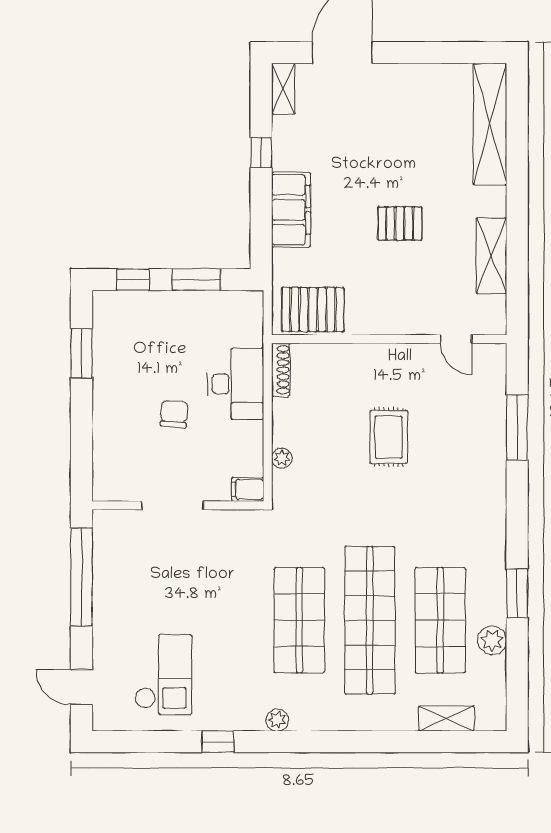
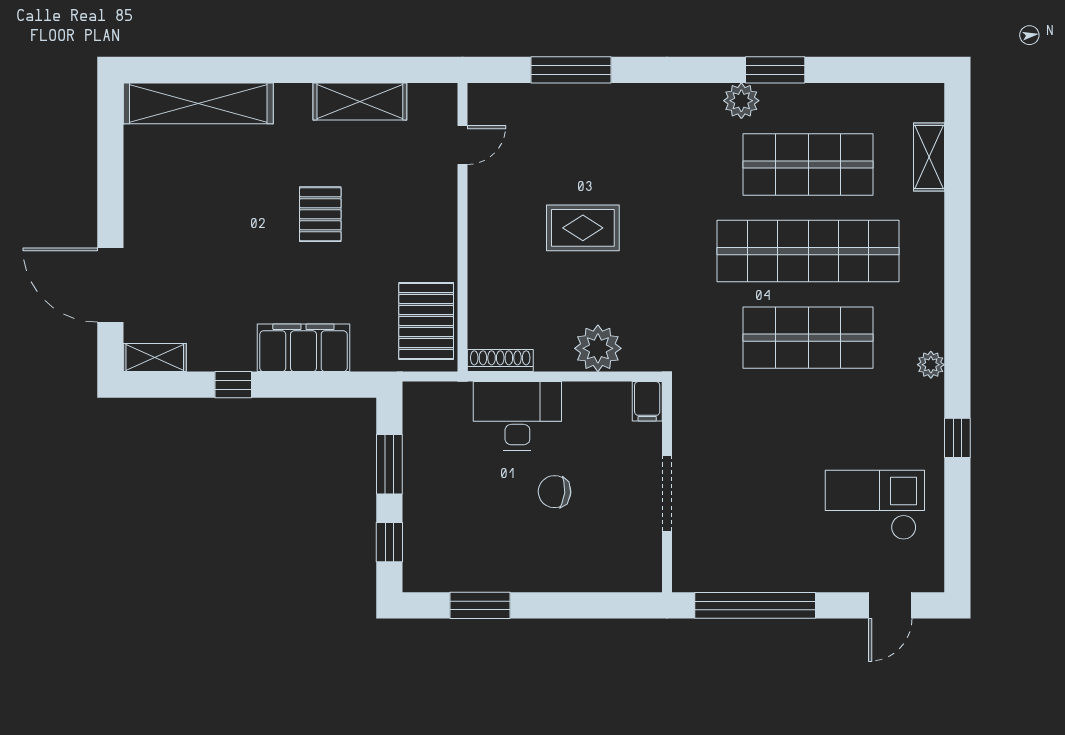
plant: (282, 458) -> (598, 348), width x1.88, depth x1.88
plant: (492, 640) -> (741, 101), moved

